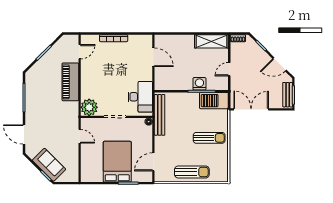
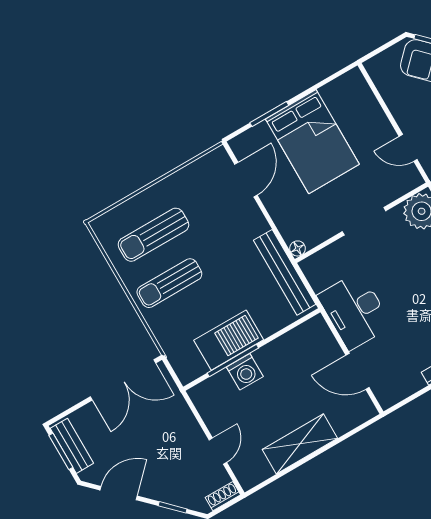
shelving: (211, 41) -> (300, 444), moved
door: (229, 69) -> (218, 451), moved
desk: (140, 97) -> (354, 311), moved
barbecue: (214, 101) -> (229, 340), moved
sun lounger: (192, 172) -> (153, 235), moved

